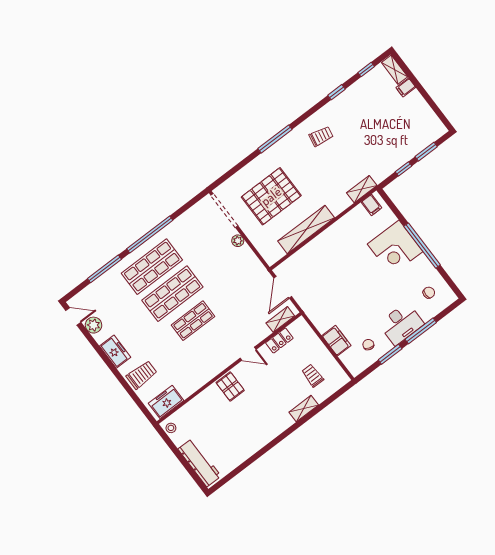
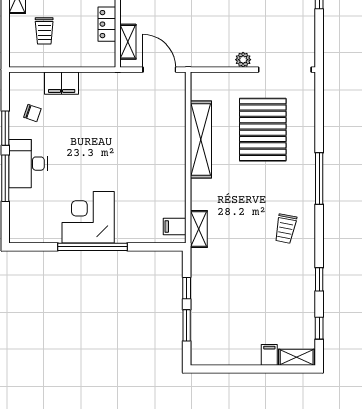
corner desk: (395, 248) -> (88, 217), moved
chair: (429, 293) -> (38, 217), removed
trolley: (313, 376) -> (44, 31), turned 90

